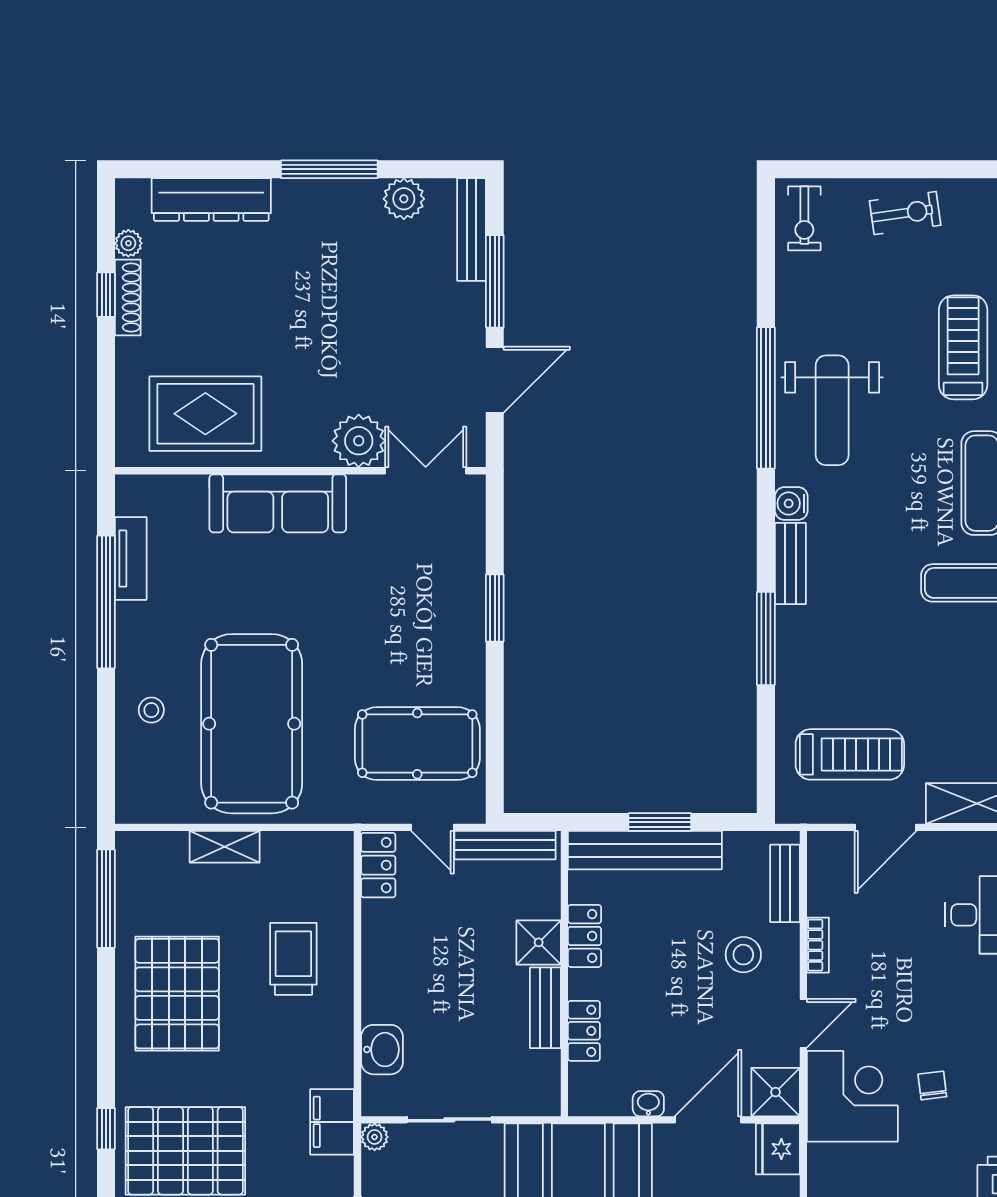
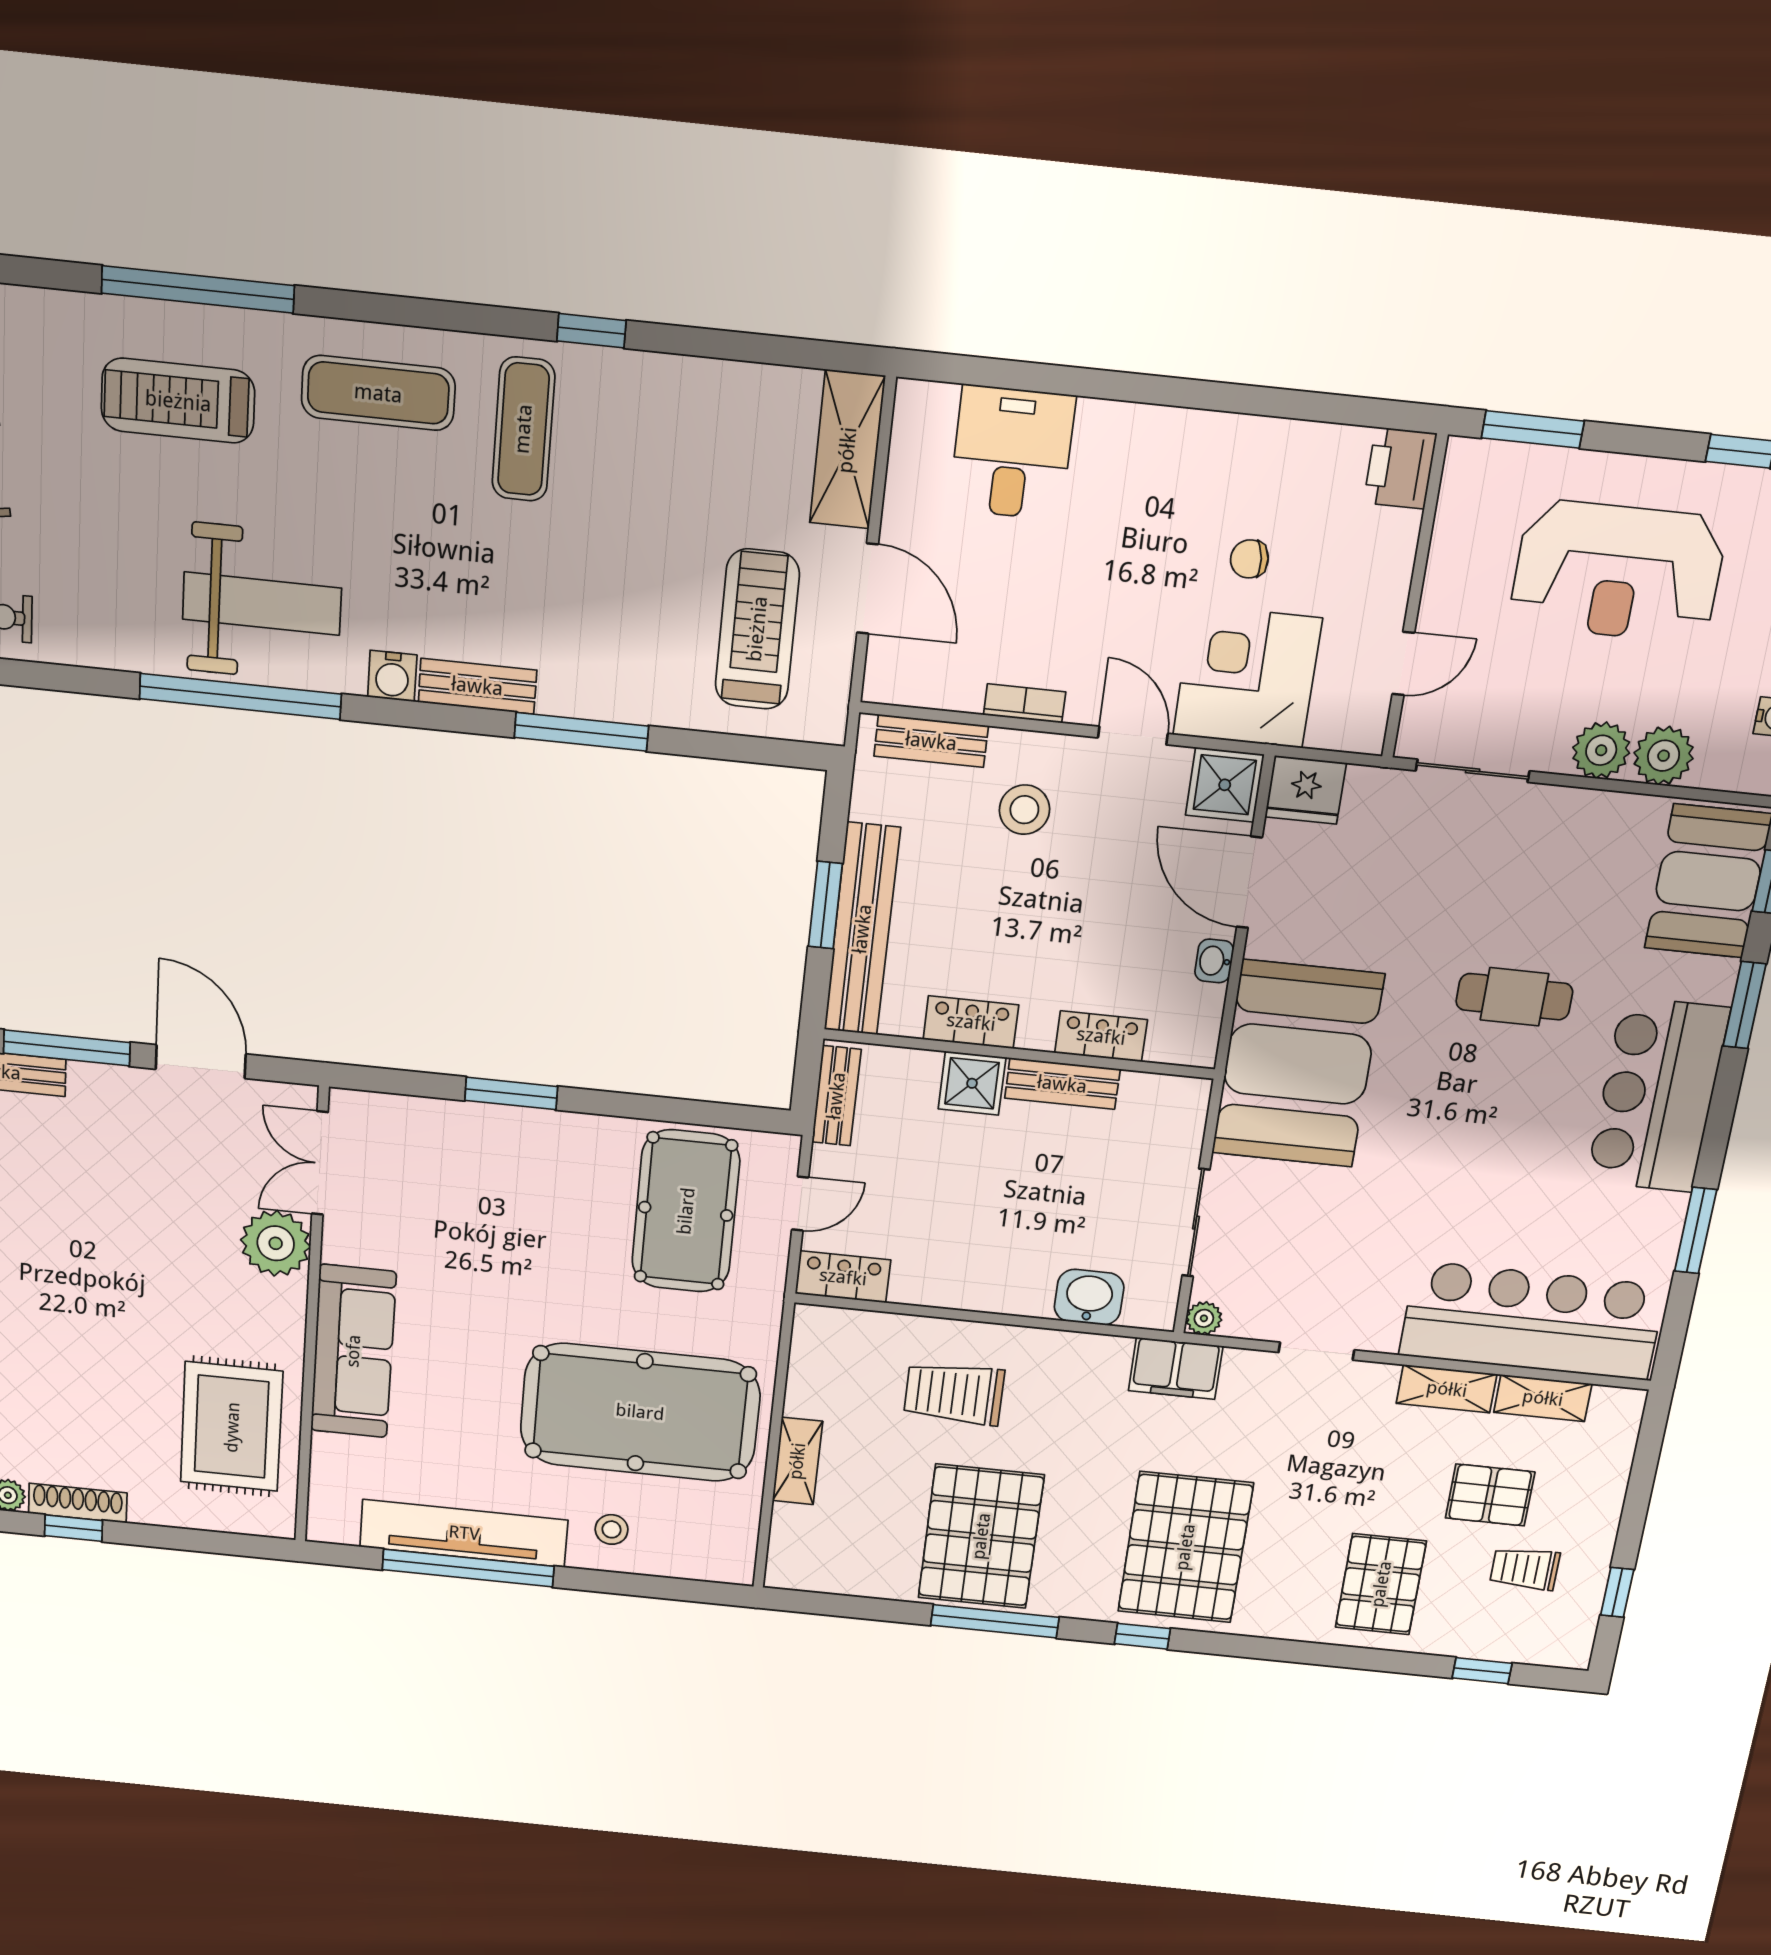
tv unit: (131, 559) -> (464, 1533), width x1.92, depth x1.29
bench: (505, 845) -> (836, 1096), width x0.73
window: (106, 899) -> (995, 1621), moved
pallet: (177, 994) -> (981, 1536), turned 90

